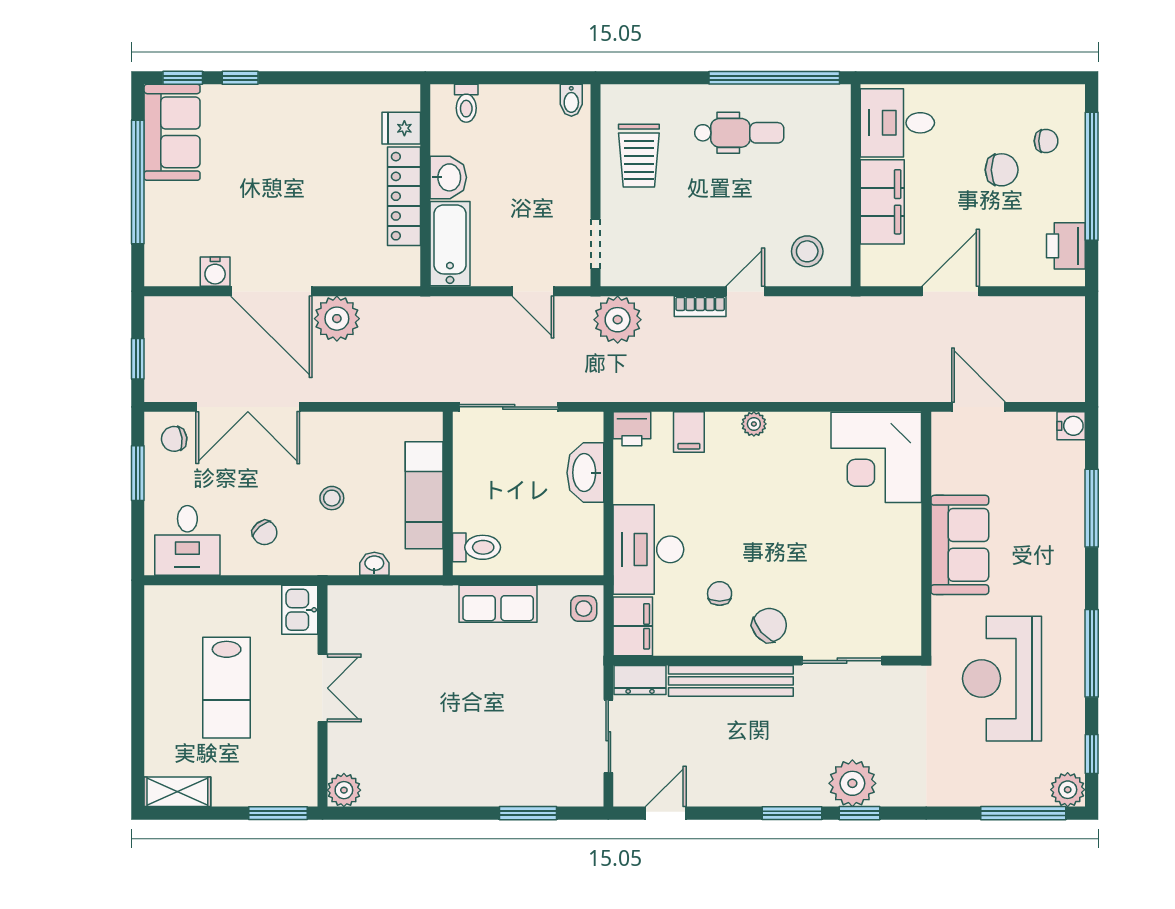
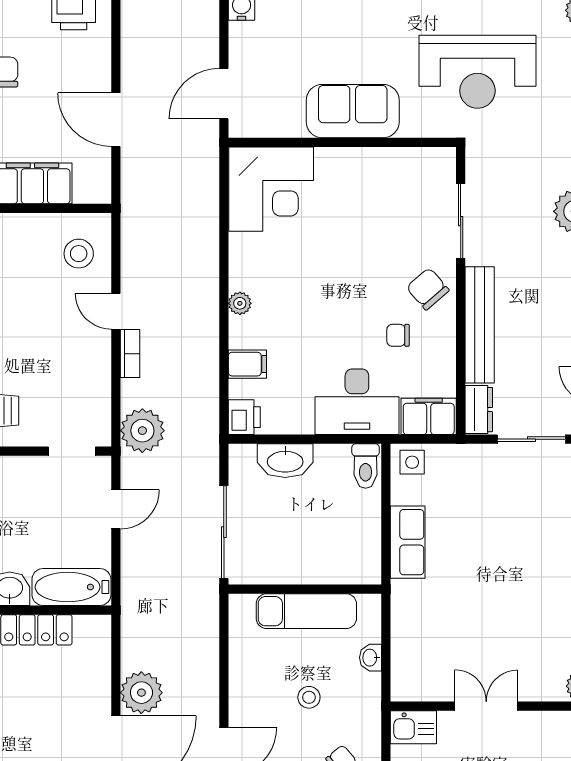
toilet: (476, 547) -> (366, 466), moved, turned 180

